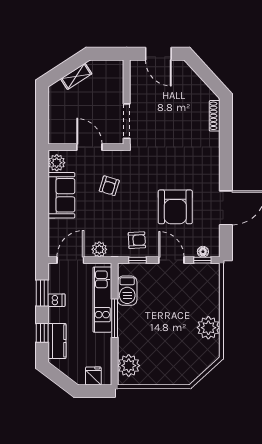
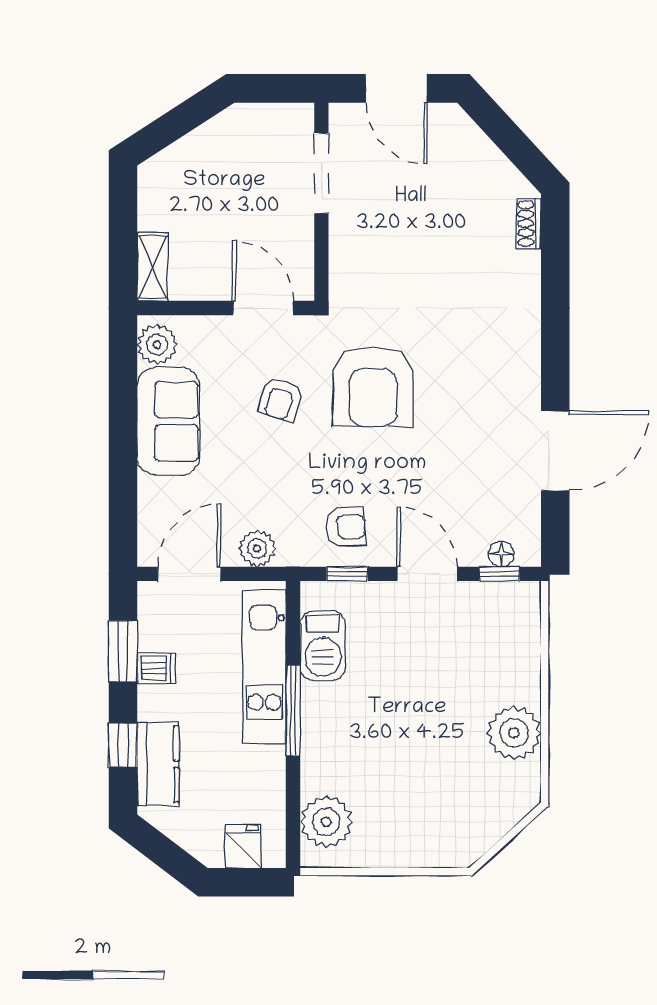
shelving: (76, 76) -> (152, 267), moved, turned -57
shoe rack: (215, 116) -> (529, 223), width x0.70
doorway: (127, 121) -> (321, 173), moved
door: (89, 147) -> (263, 308), moved
armchair: (175, 207) -> (373, 386), moved

